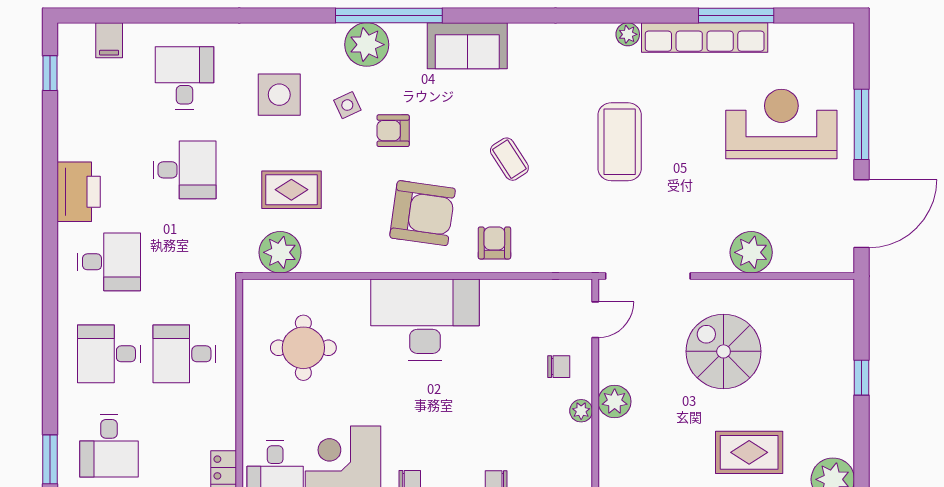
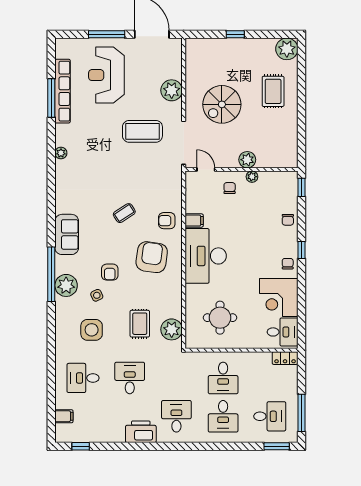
row of seats: (705, 38) -> (63, 91), moved
coffee table: (620, 142) -> (142, 131), moved
filing cabinet: (495, 297) -> (194, 221), added

